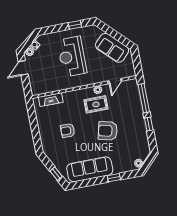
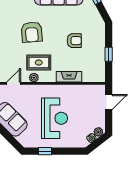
door: (23, 68) -> (109, 102), moved
fireplace: (51, 100) -> (69, 77), moved
window: (34, 124) -> (109, 54), added
armchair: (108, 131) -> (32, 32), turned 71

